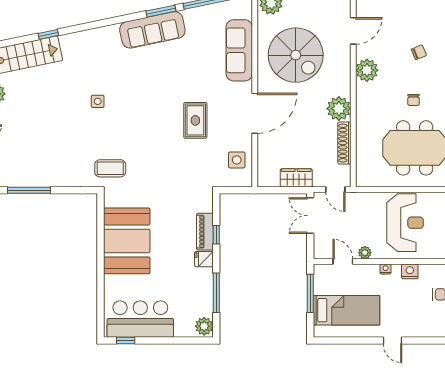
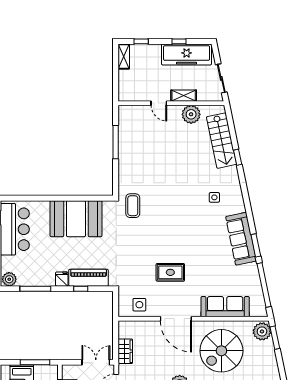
side table: (98, 101) -> (214, 197), moved
piano: (205, 232) -> (89, 278), width x1.37, depth x1.33

